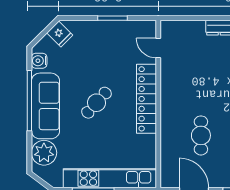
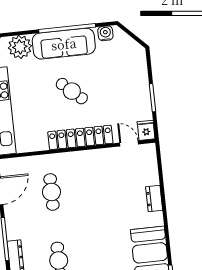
fridge: (60, 34) -> (146, 130), moved, turned 135
door: (158, 48) -> (129, 143), hinge flipped
cafe table: (201, 135) -> (51, 192), turned 90

